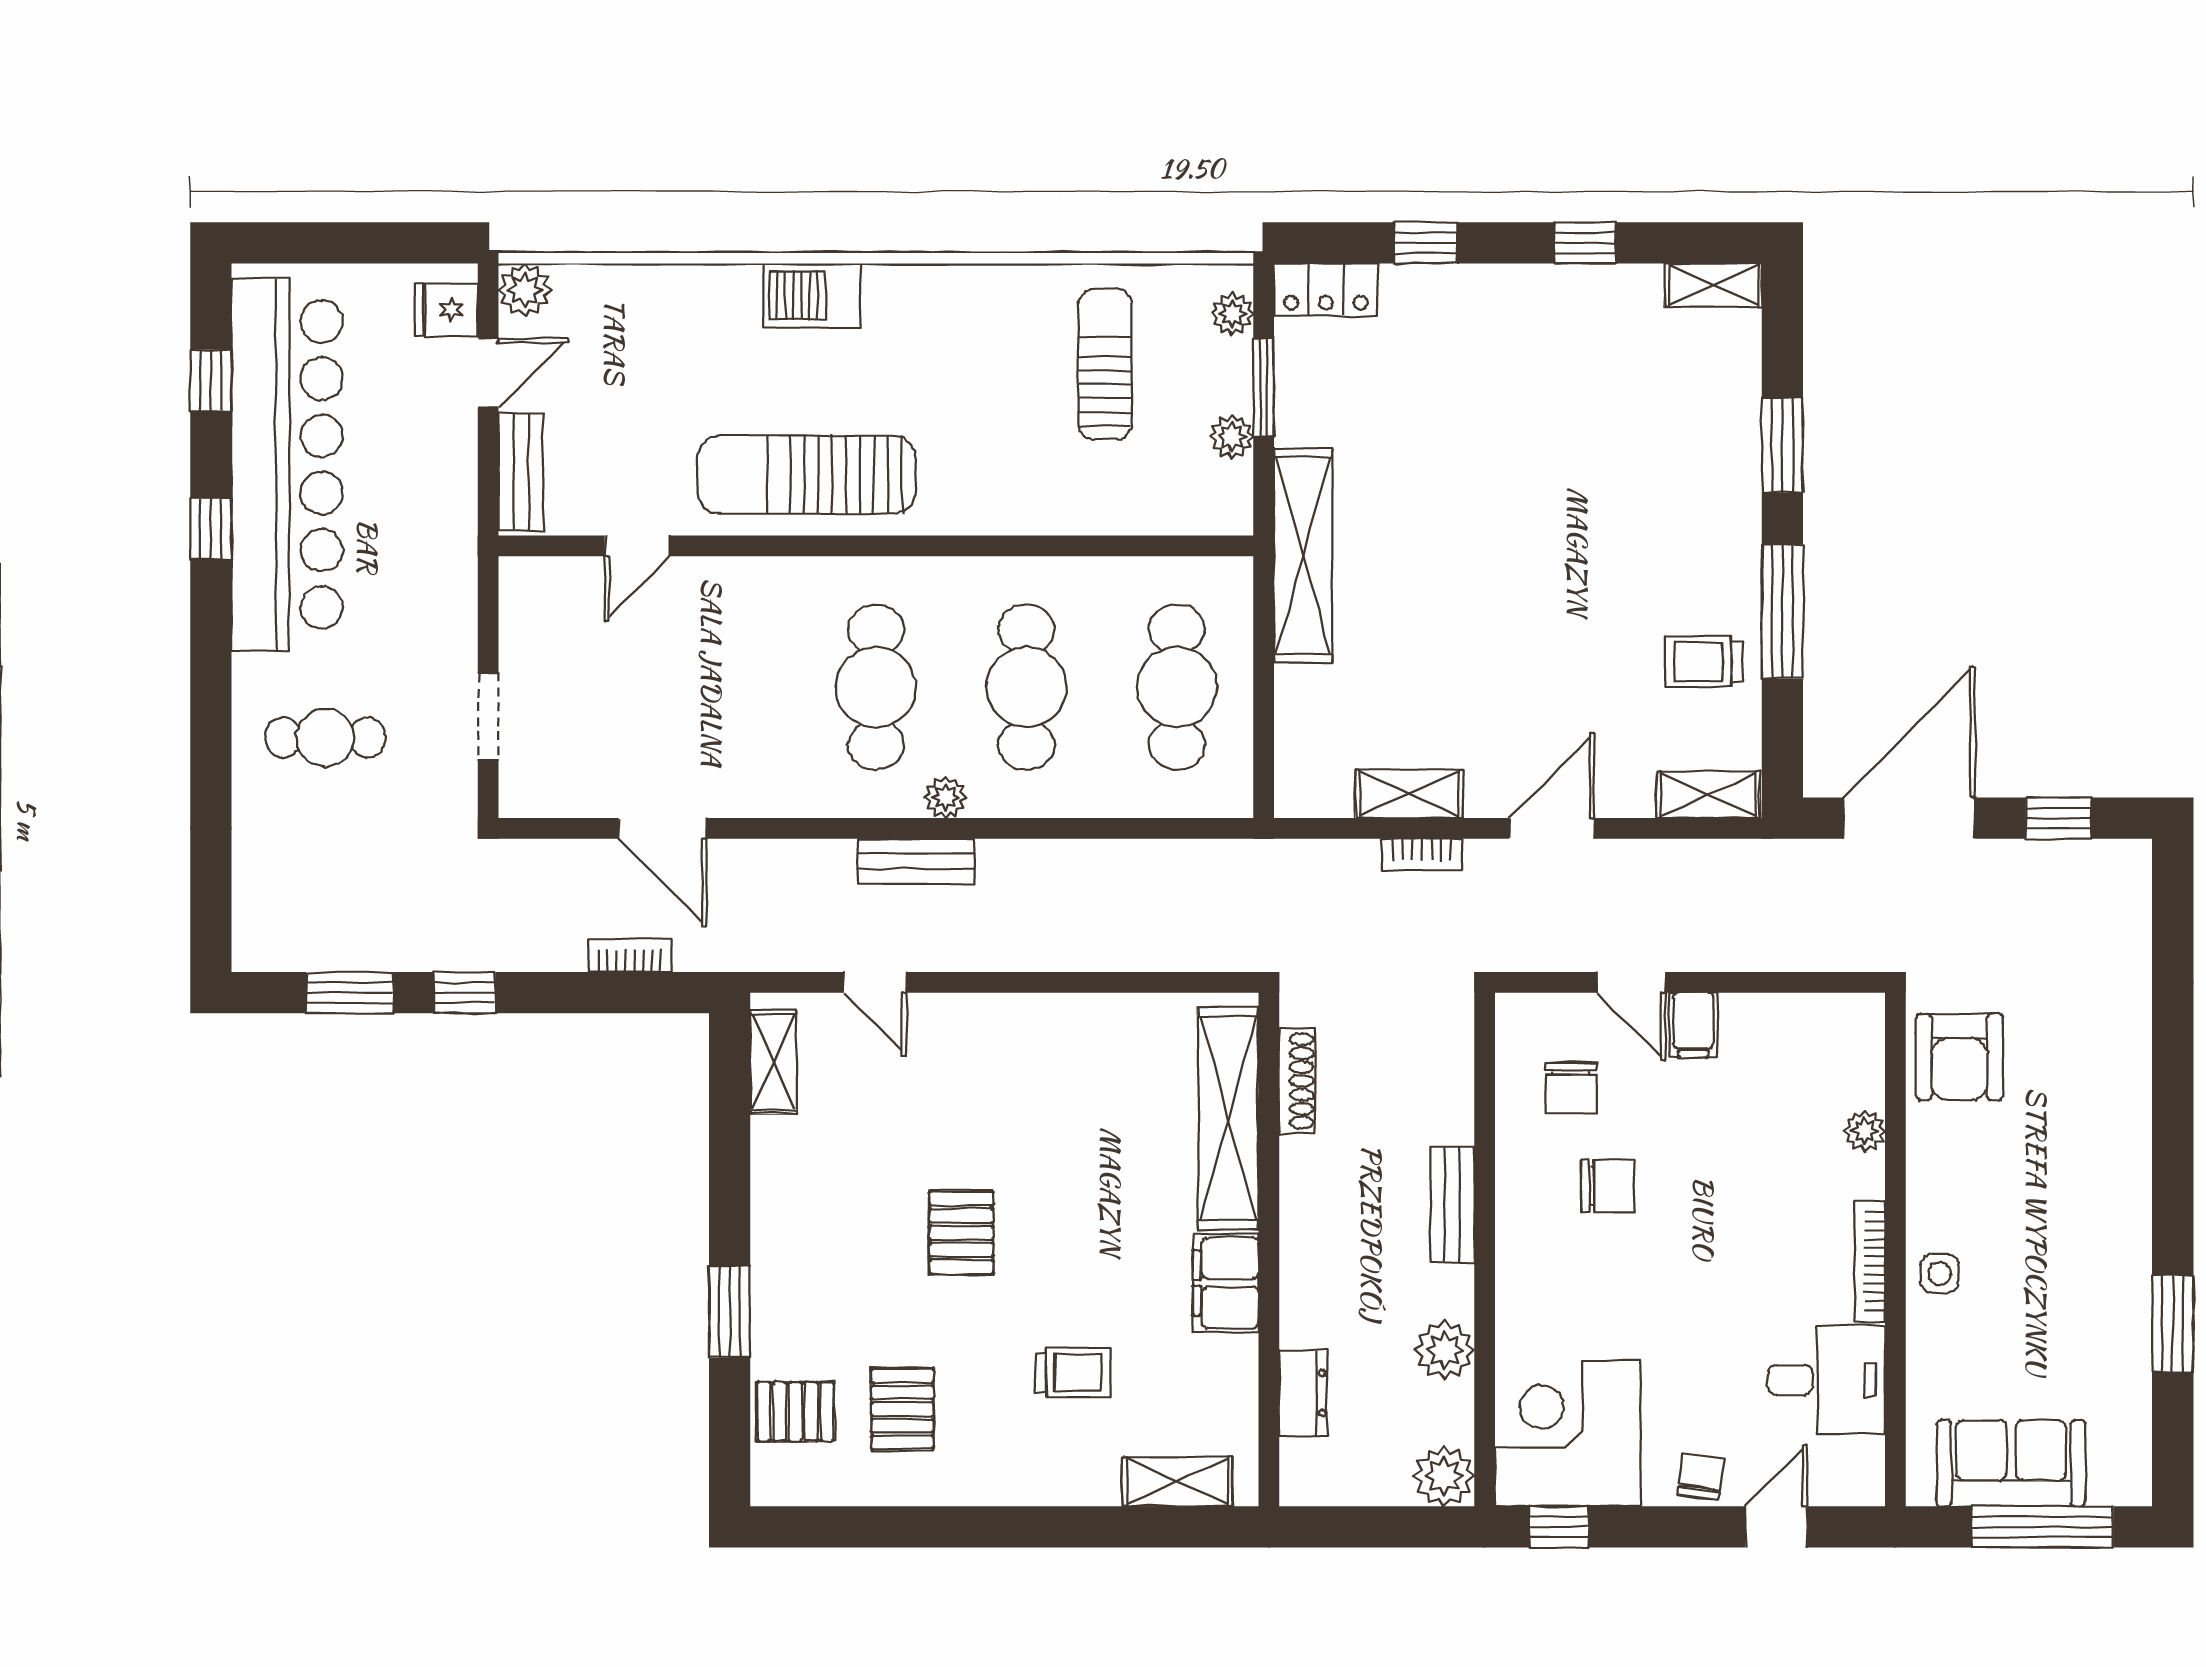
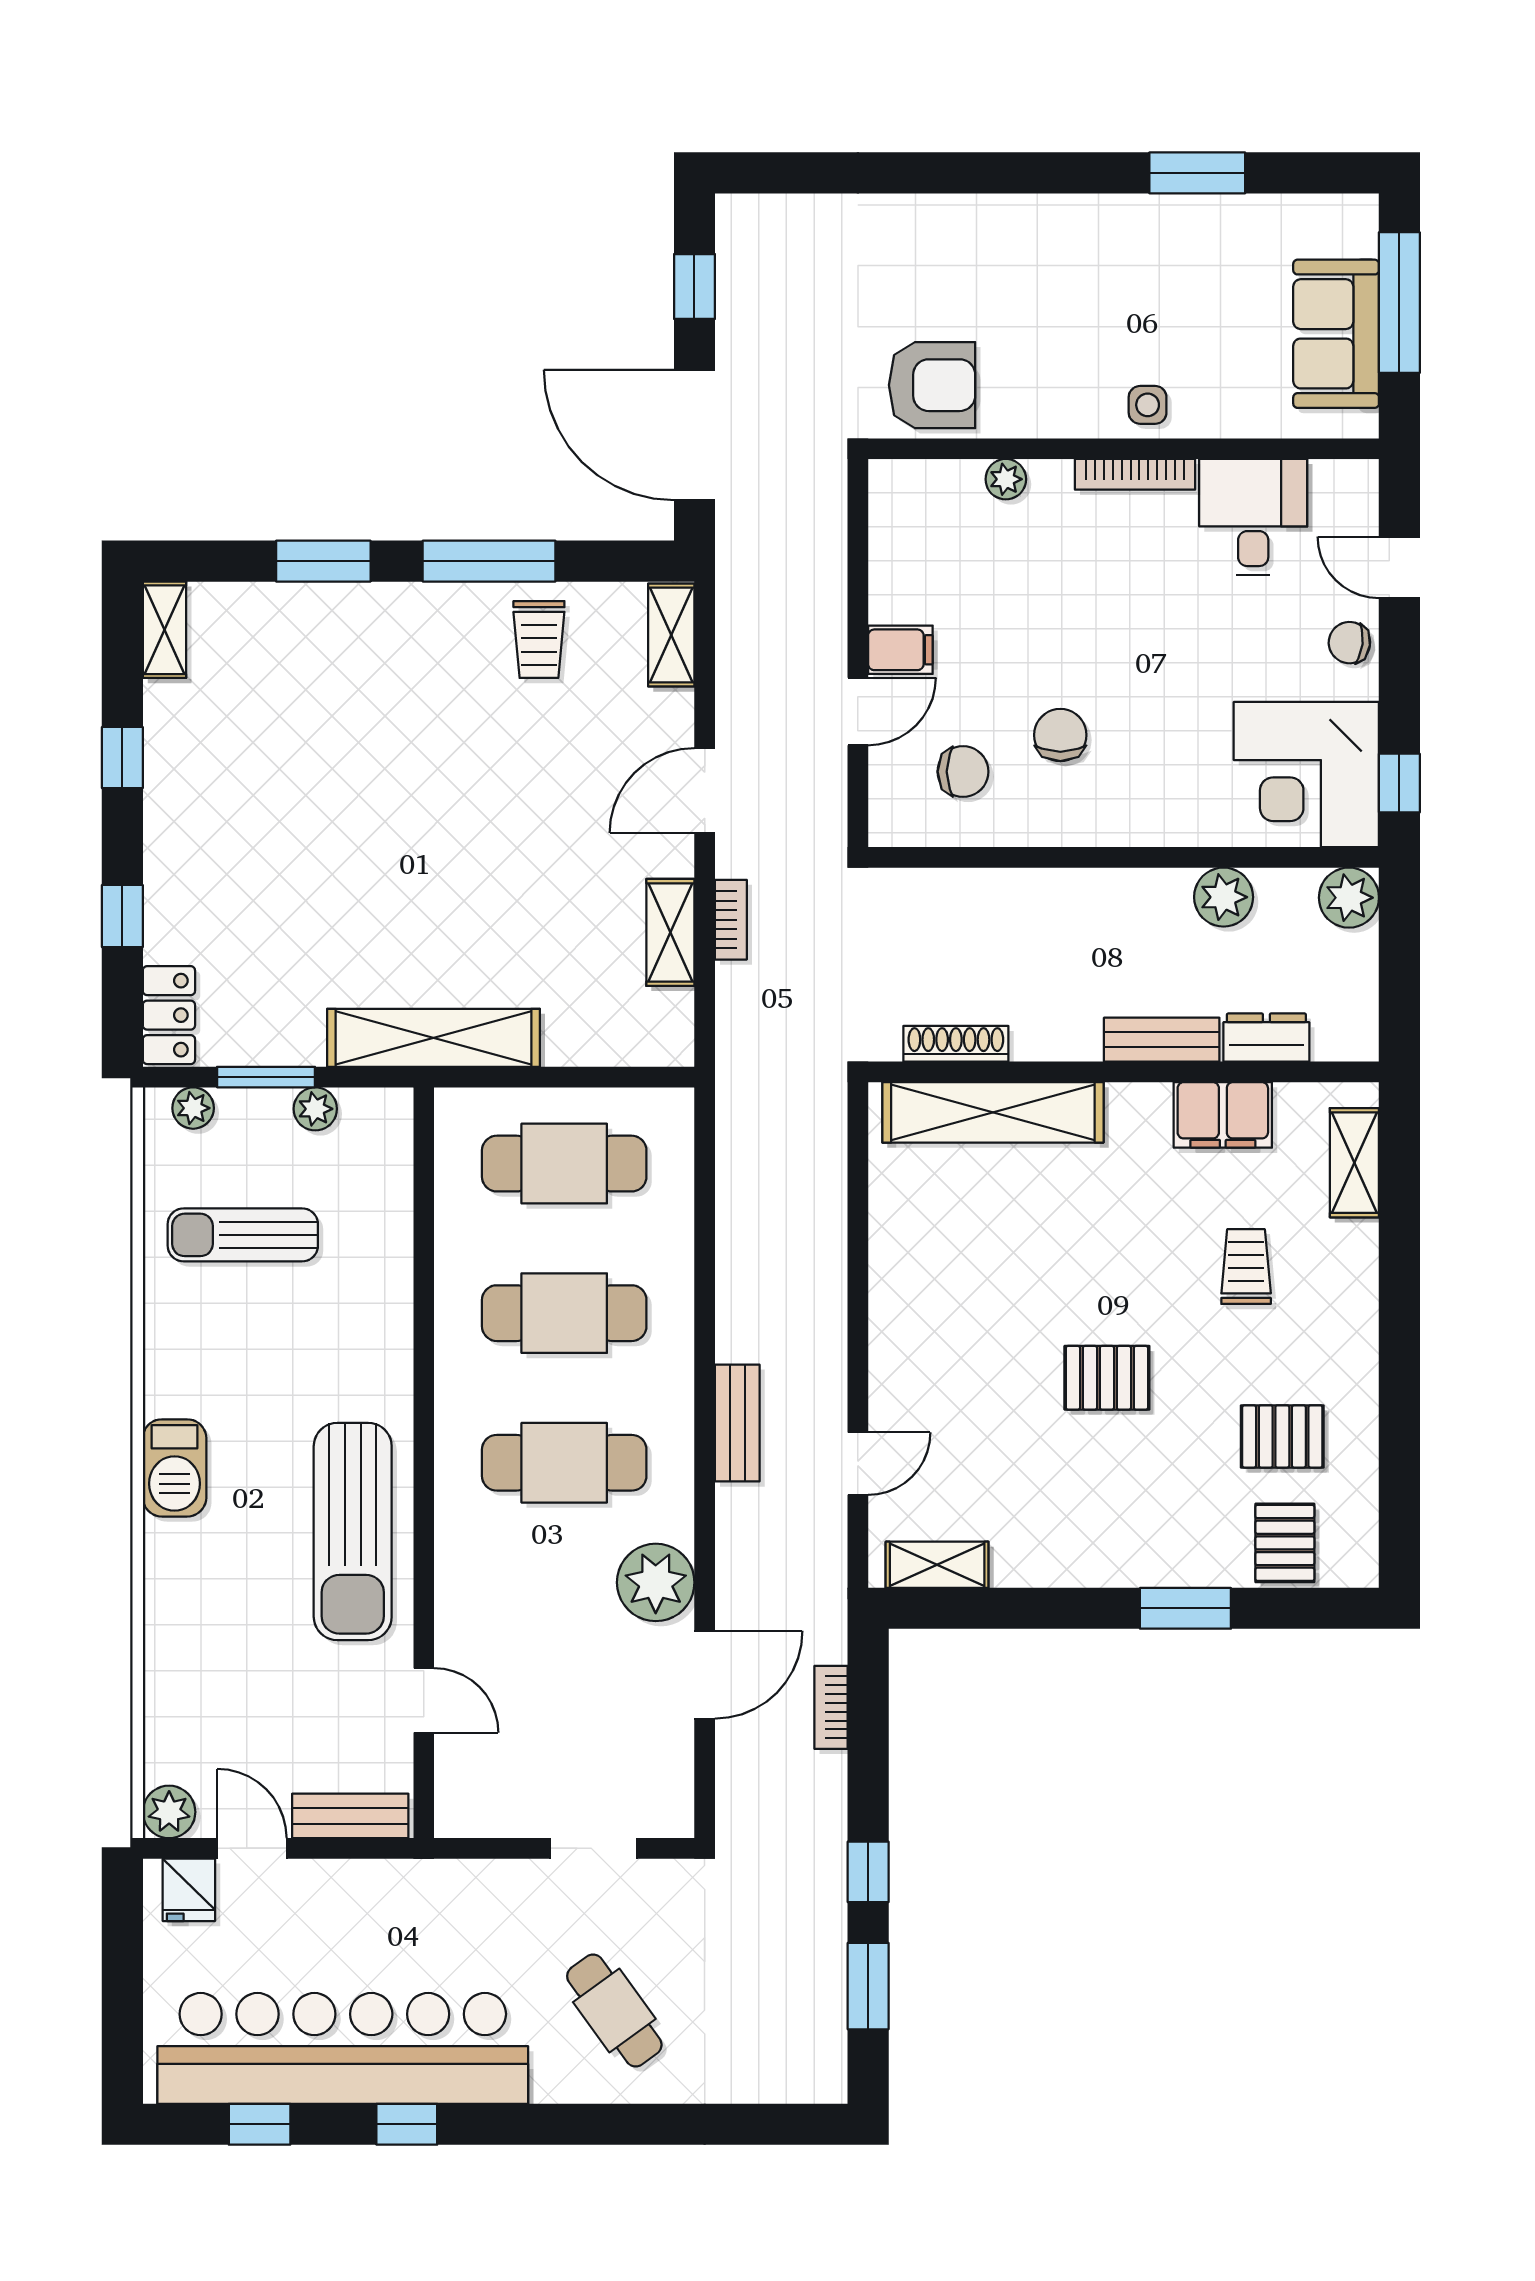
barbecue: (812, 295) -> (175, 1468), moved
cafe table: (325, 737) -> (614, 2010), turned -36
plant: (945, 797) -> (656, 1582), moved, width x1.88, depth x1.88
door: (1552, 828) -> (705, 790), hinge flipped
bench: (1452, 1204) -> (1162, 1040), moved
filing cabinet: (1226, 1283) -> (1223, 1115), moved

